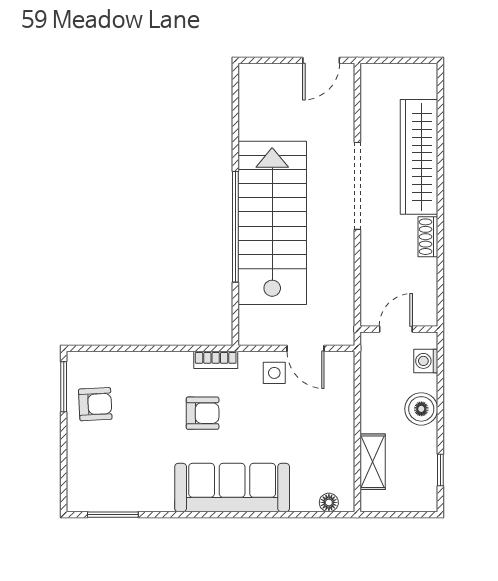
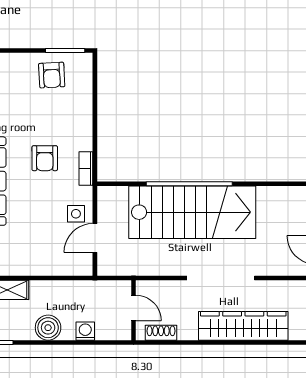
shoe rack: (428, 237) -> (161, 333), moved
door: (396, 329) -> (134, 308), moved
wall: (399, 329) -> (134, 310), moved

